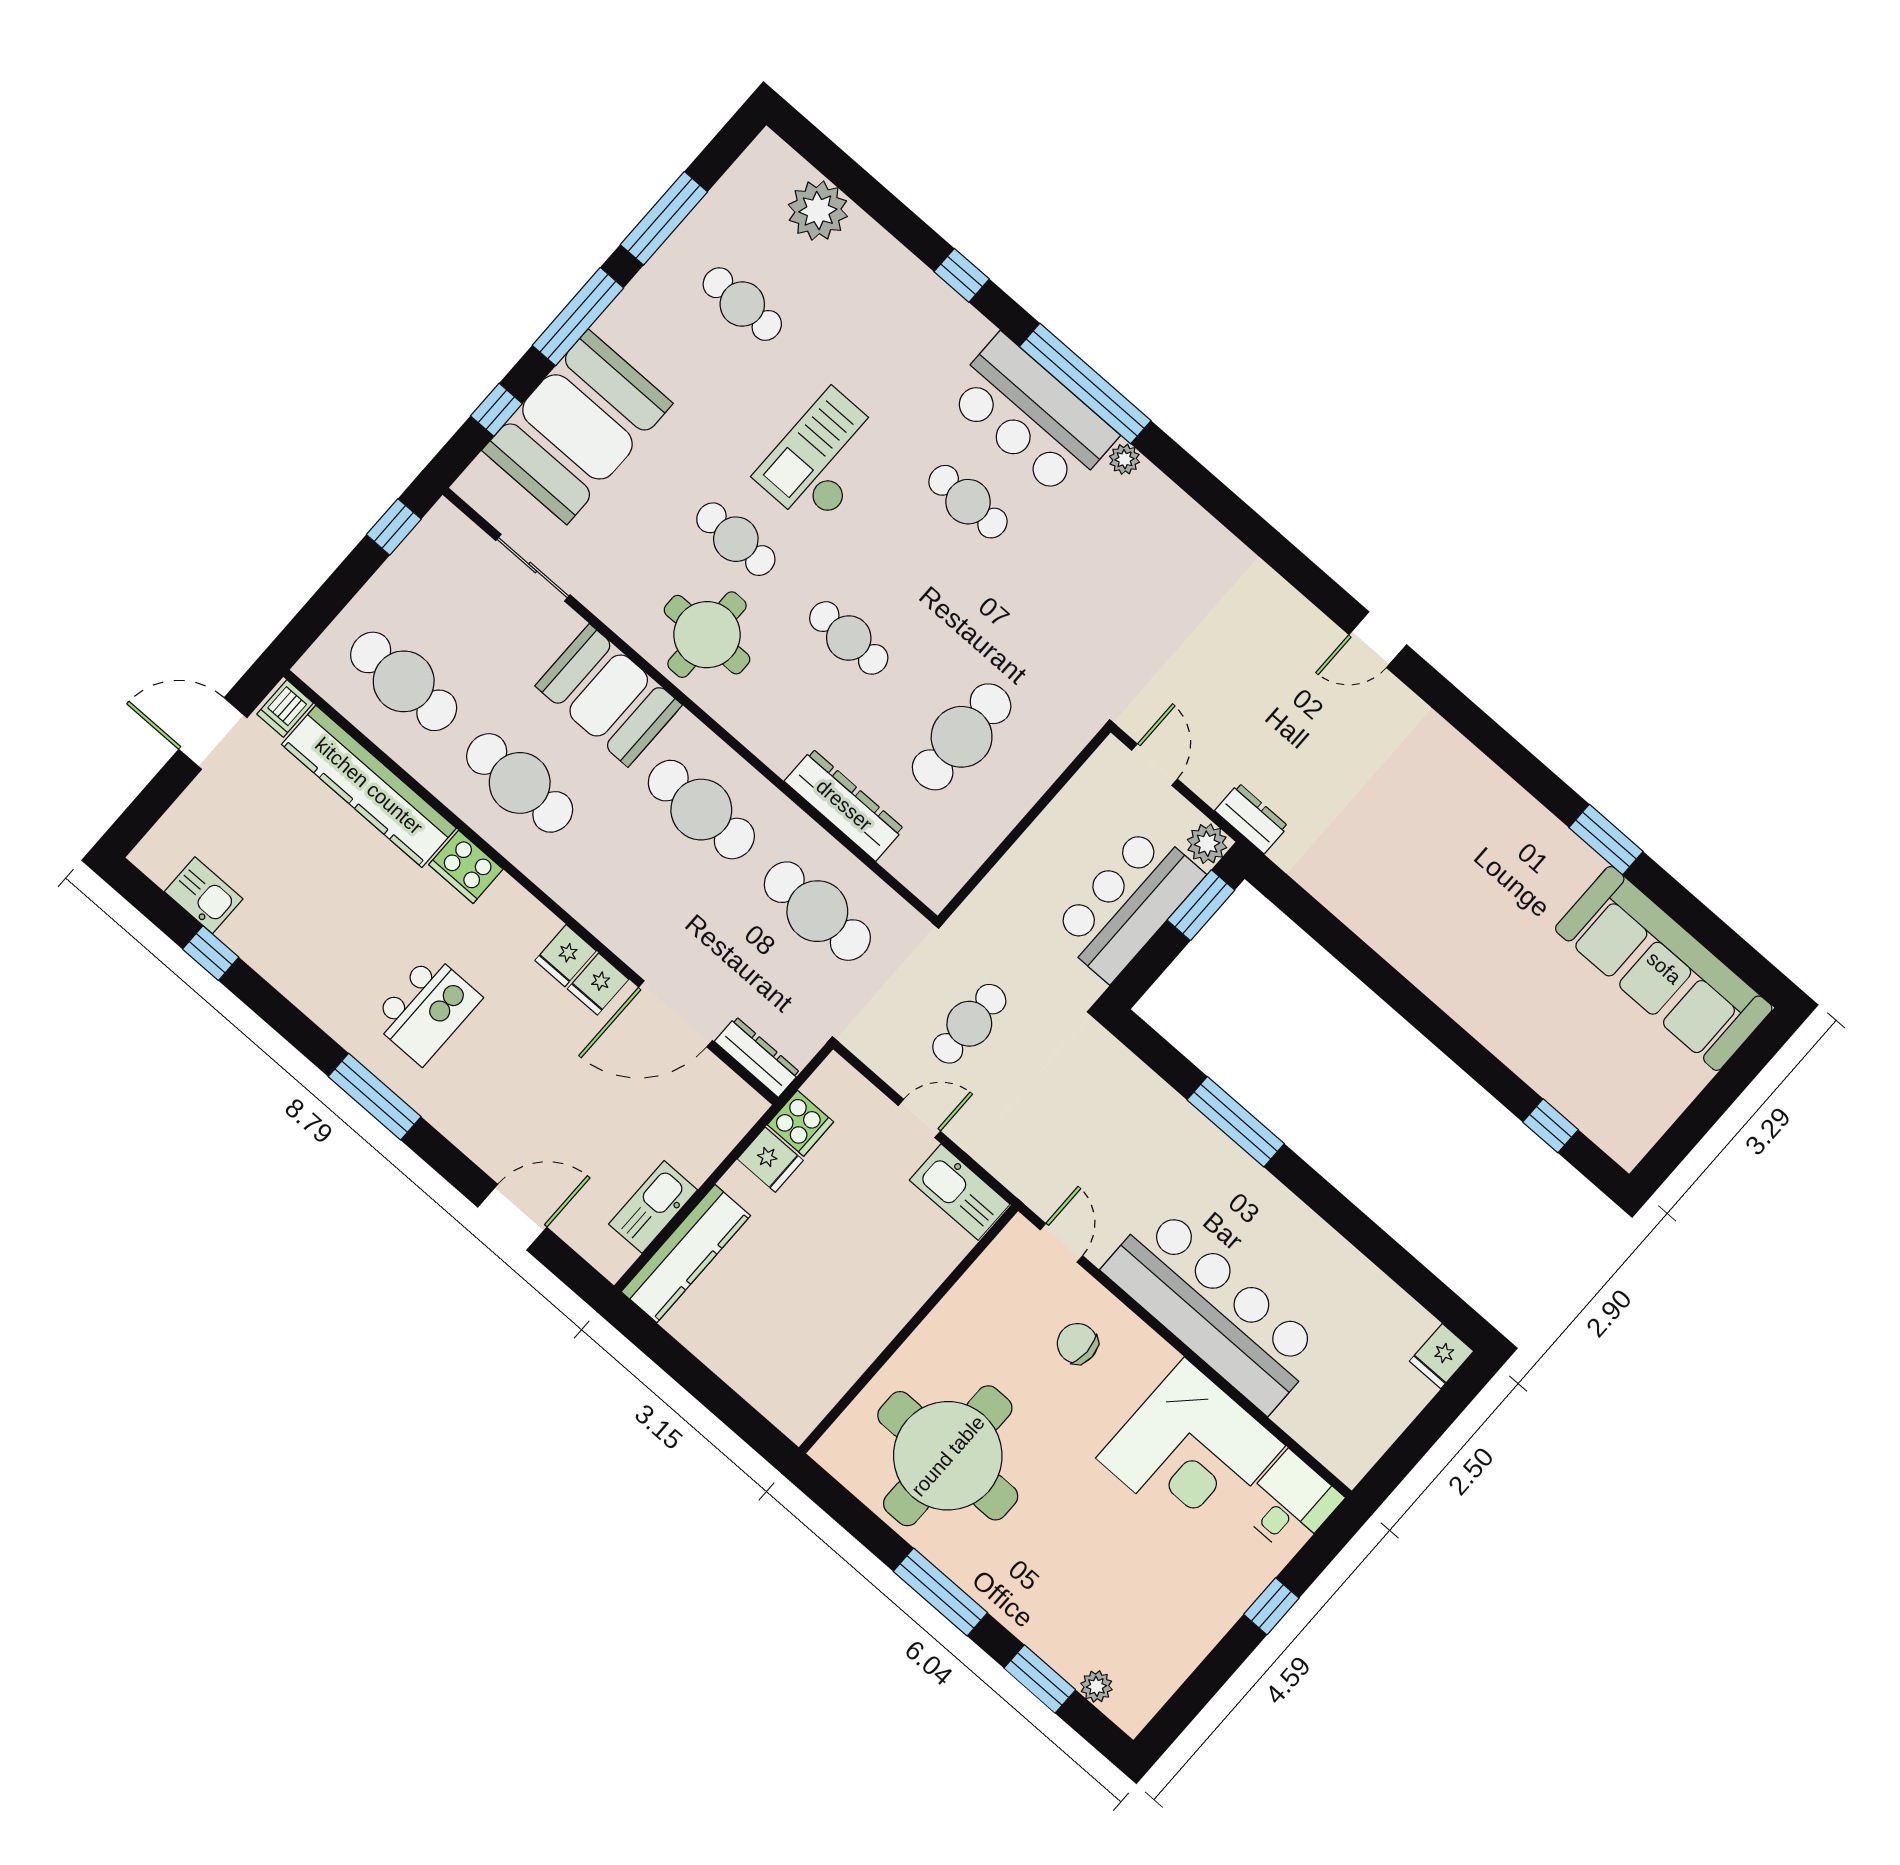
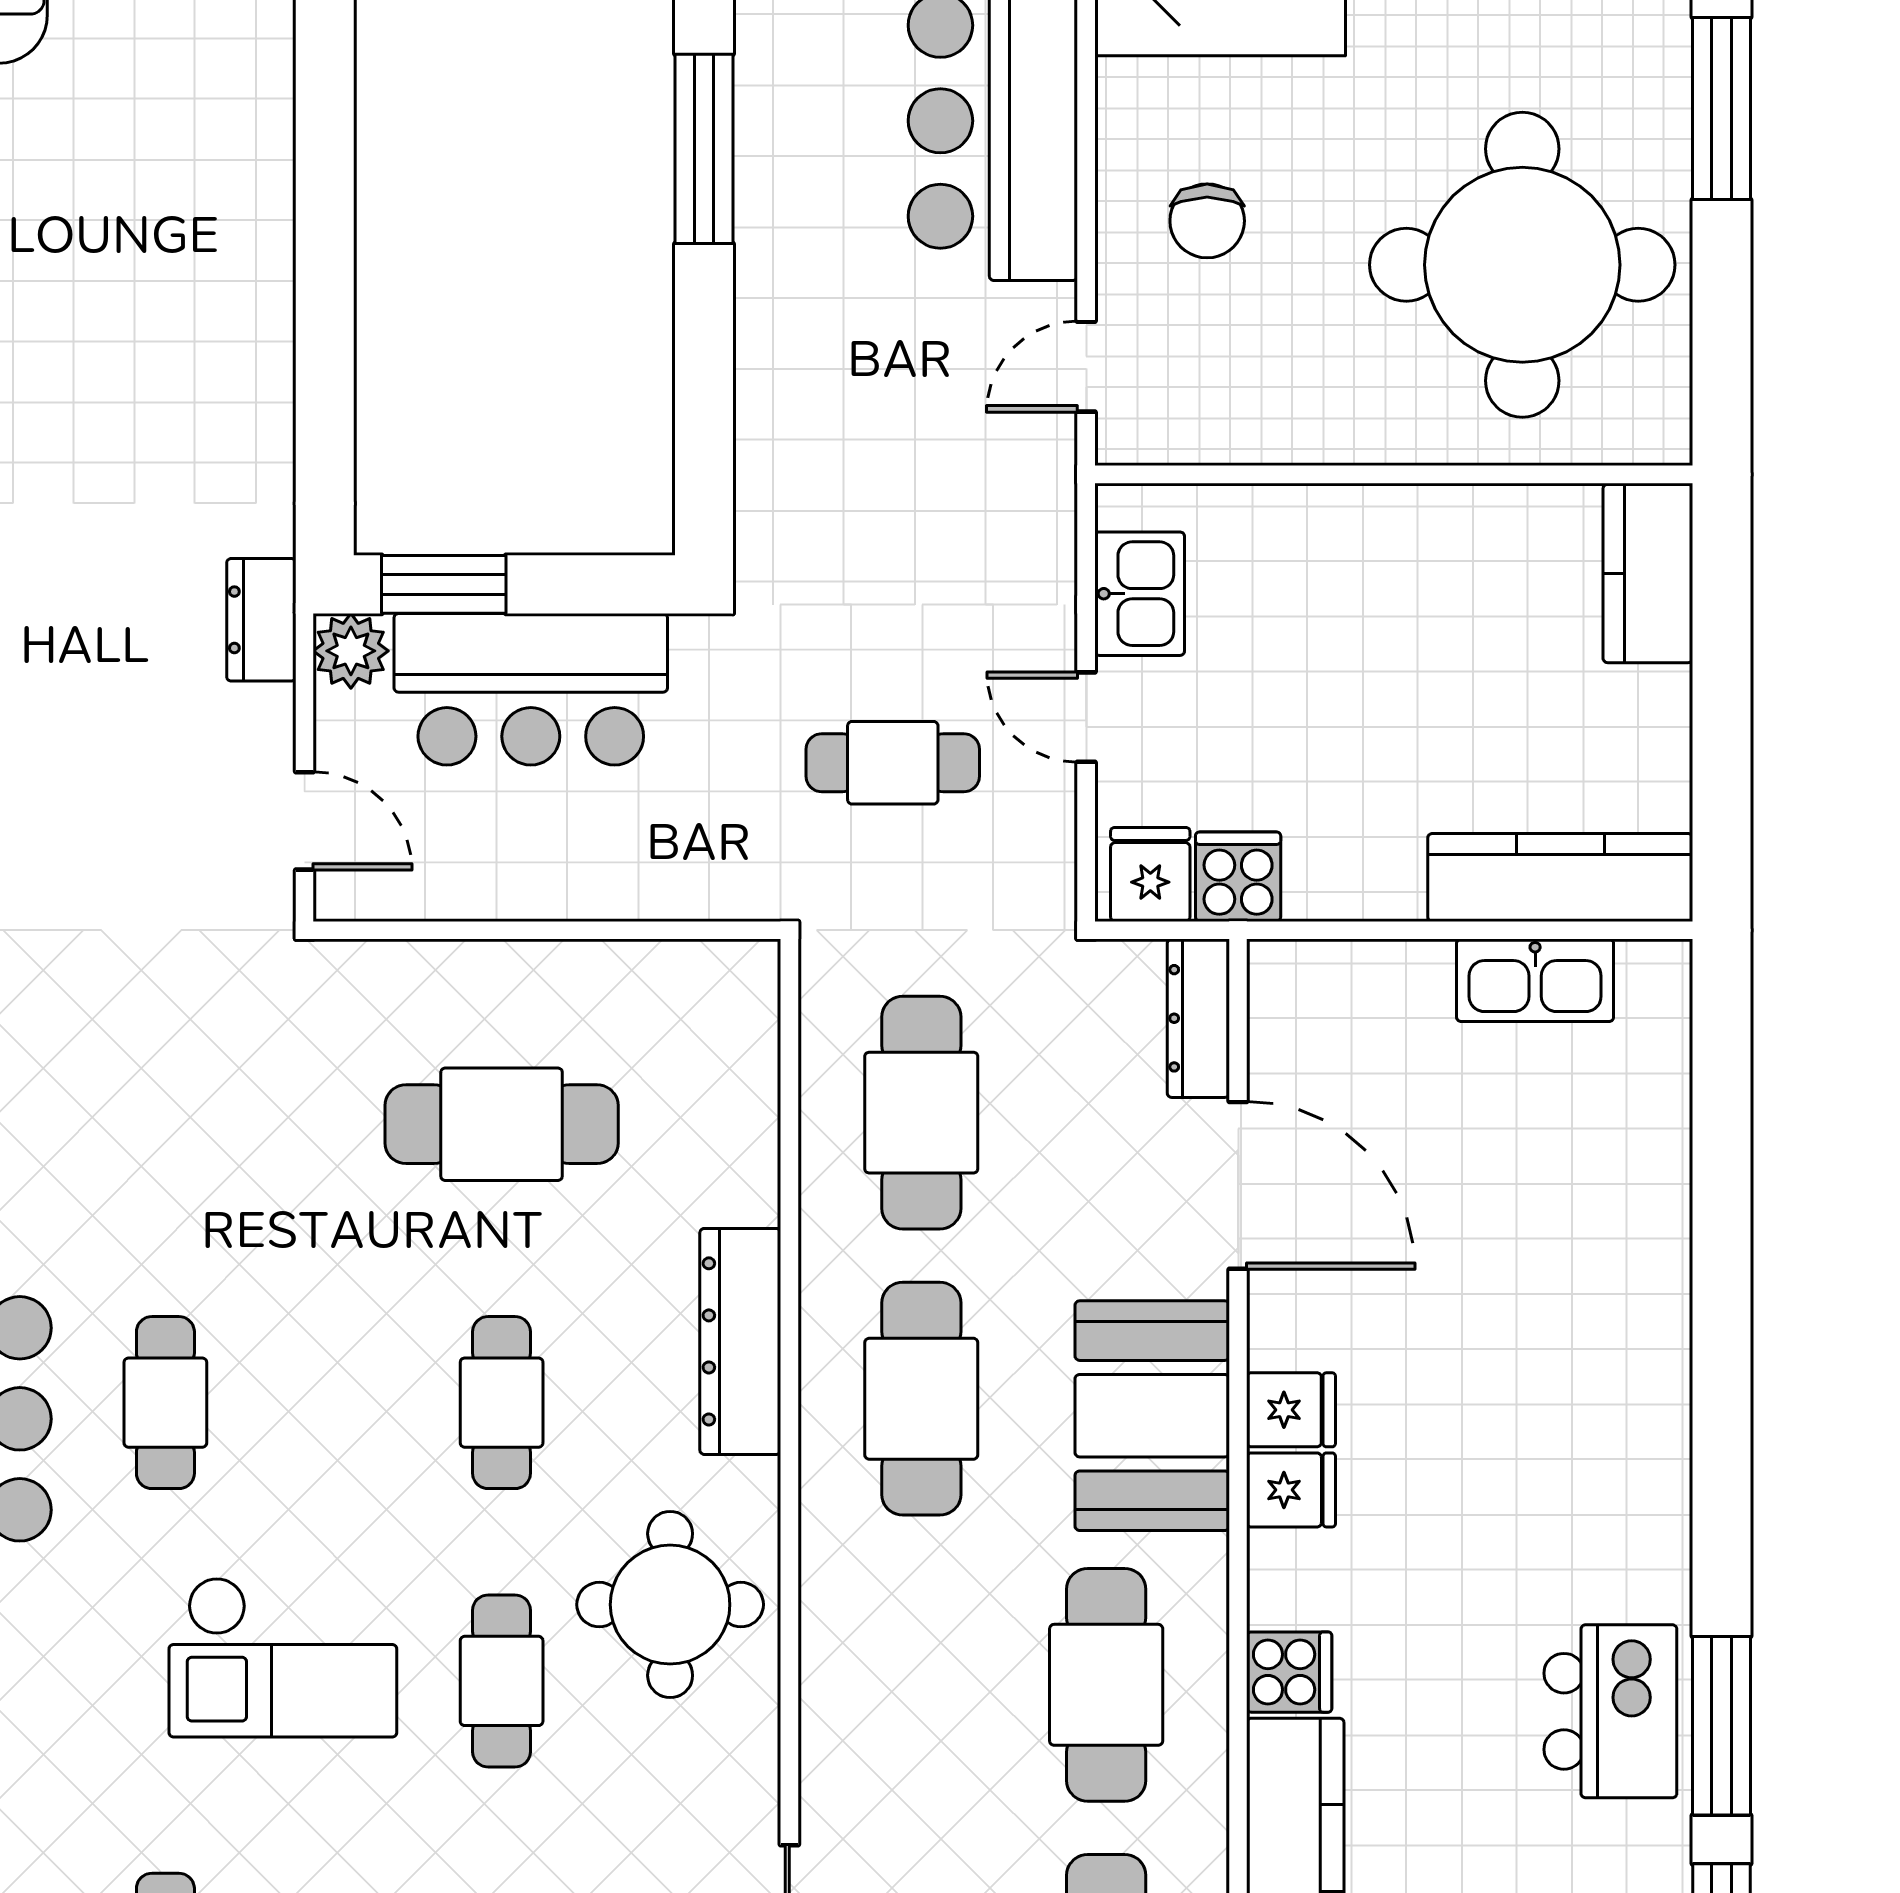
booth: (609, 695) -> (1152, 1416), moved
door: (1154, 765) -> (305, 821), swing flipped
dresser: (844, 805) -> (740, 1341), moved
cooker: (466, 867) -> (1289, 1672), width x0.73
fridge: (598, 984) -> (1291, 1490), moved
kitchen island: (426, 1009) -> (1610, 1711), moved, turned 90
window: (375, 1097) -> (1721, 1726), moved
window: (1236, 1122) -> (704, 149), moved
fridge: (770, 1160) -> (1150, 874), moved
kitchen sink: (960, 1192) -> (1140, 594), width x0.73
door: (512, 1217) -> (1721, 1164), removed
kitchen counter: (778, 1397) -> (1648, 573), added

